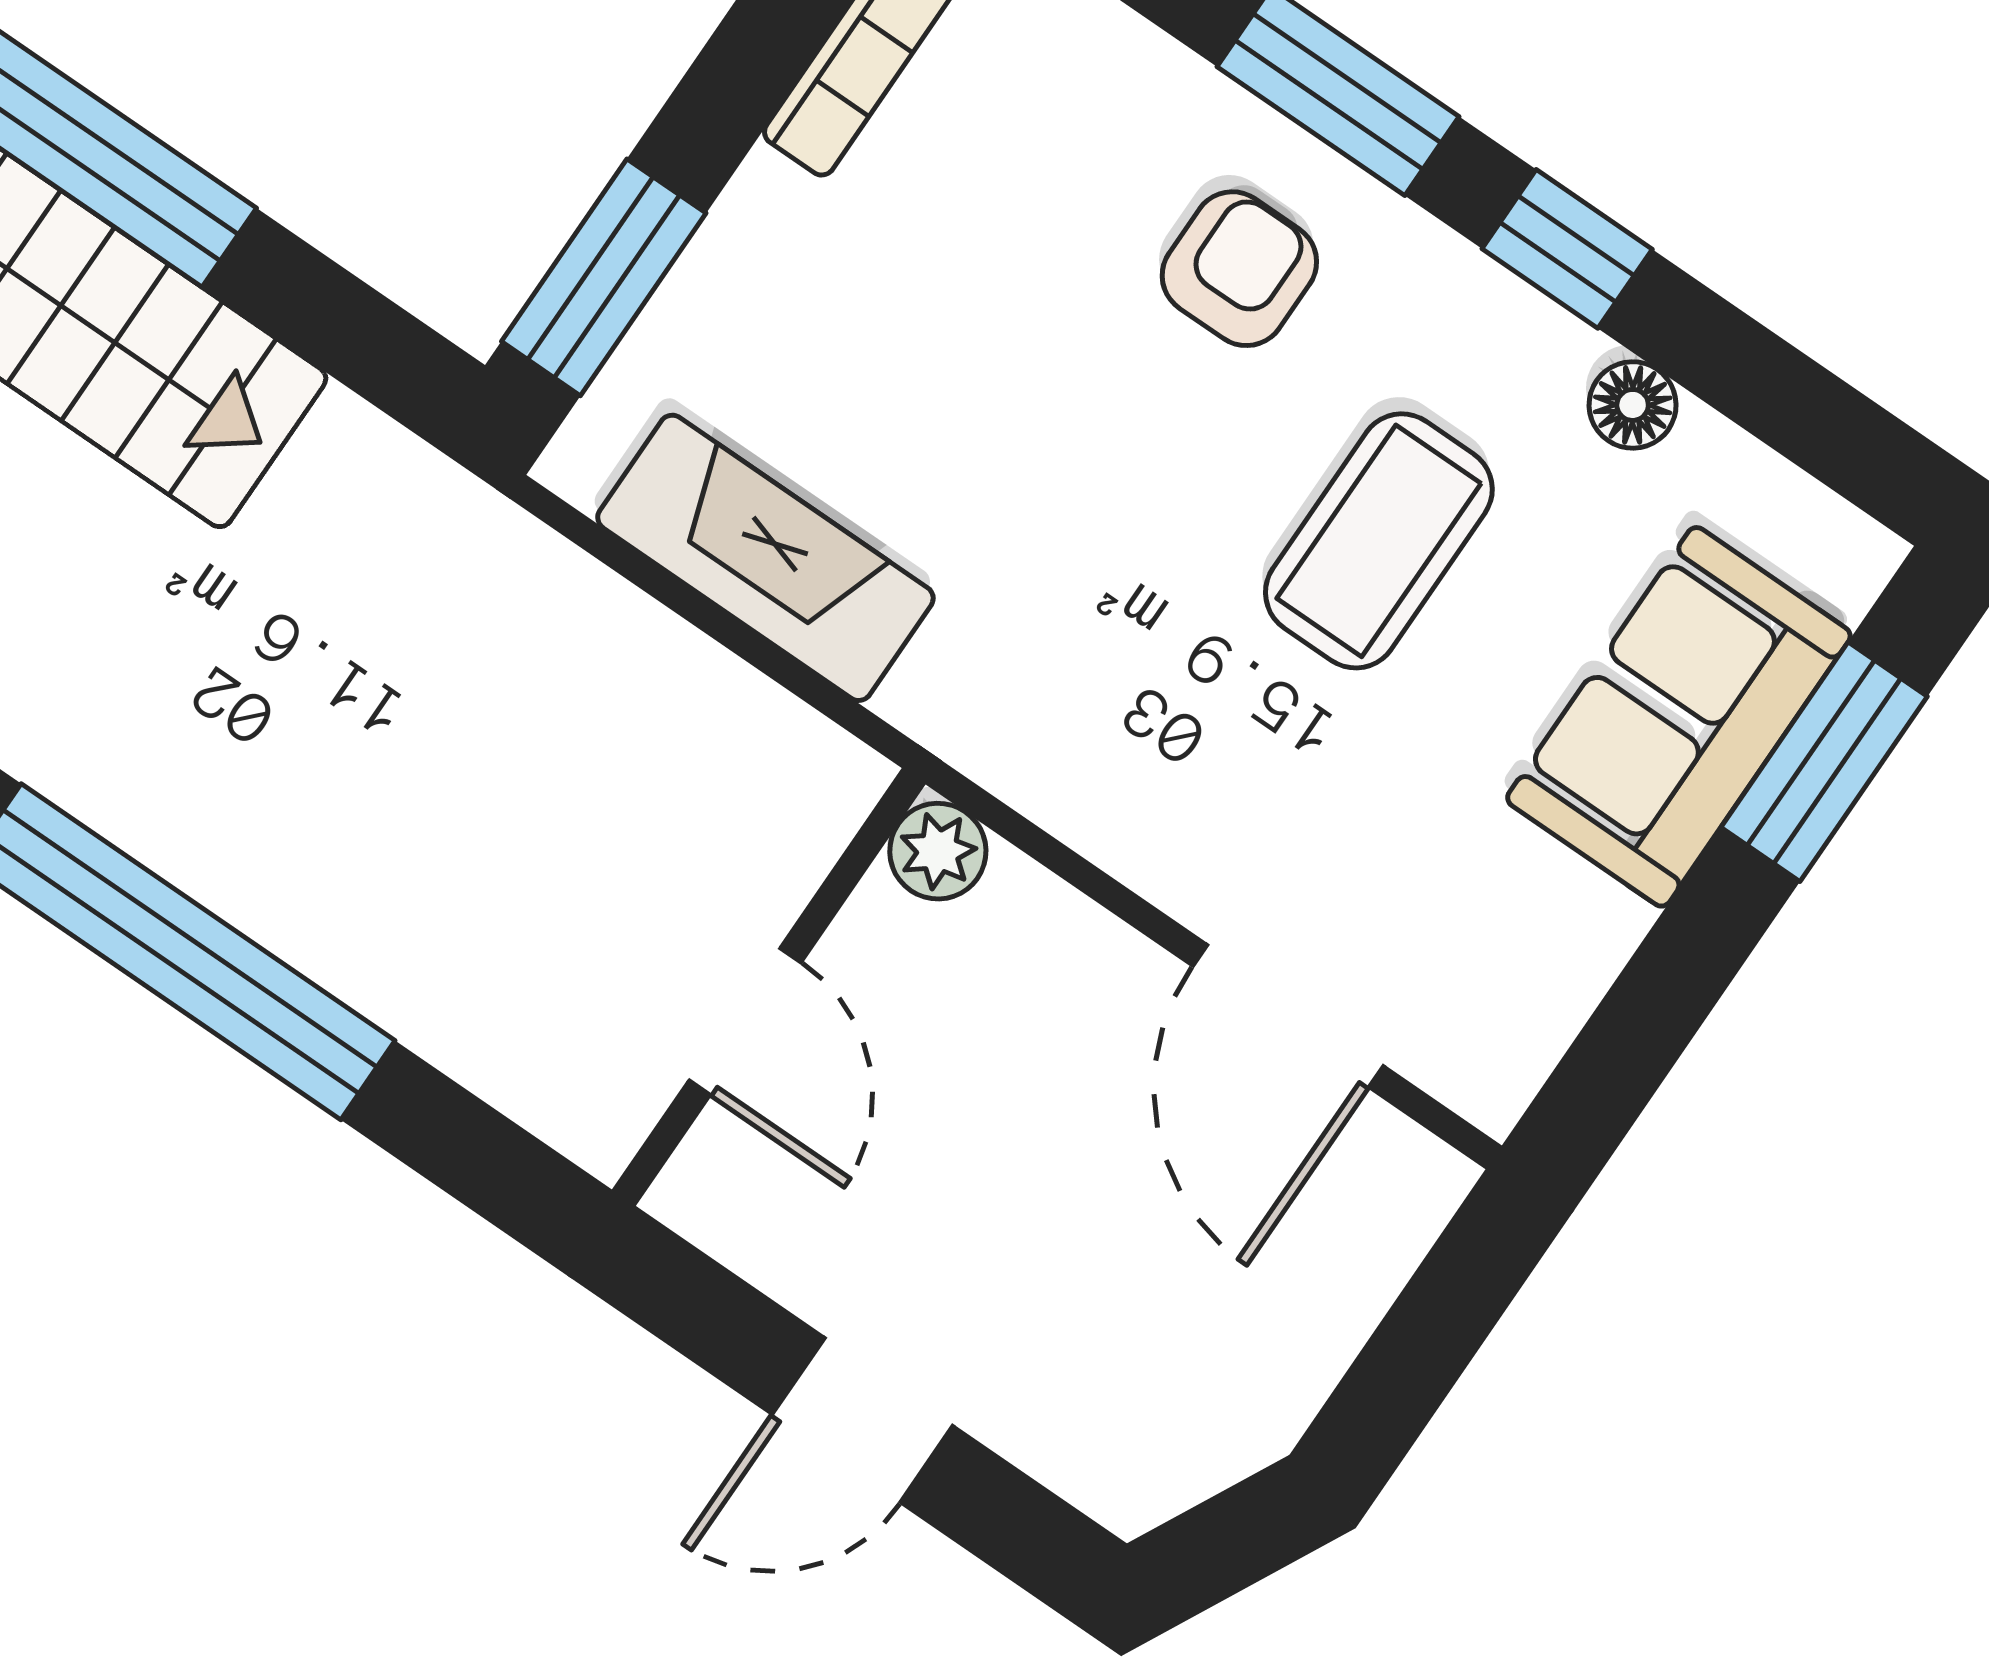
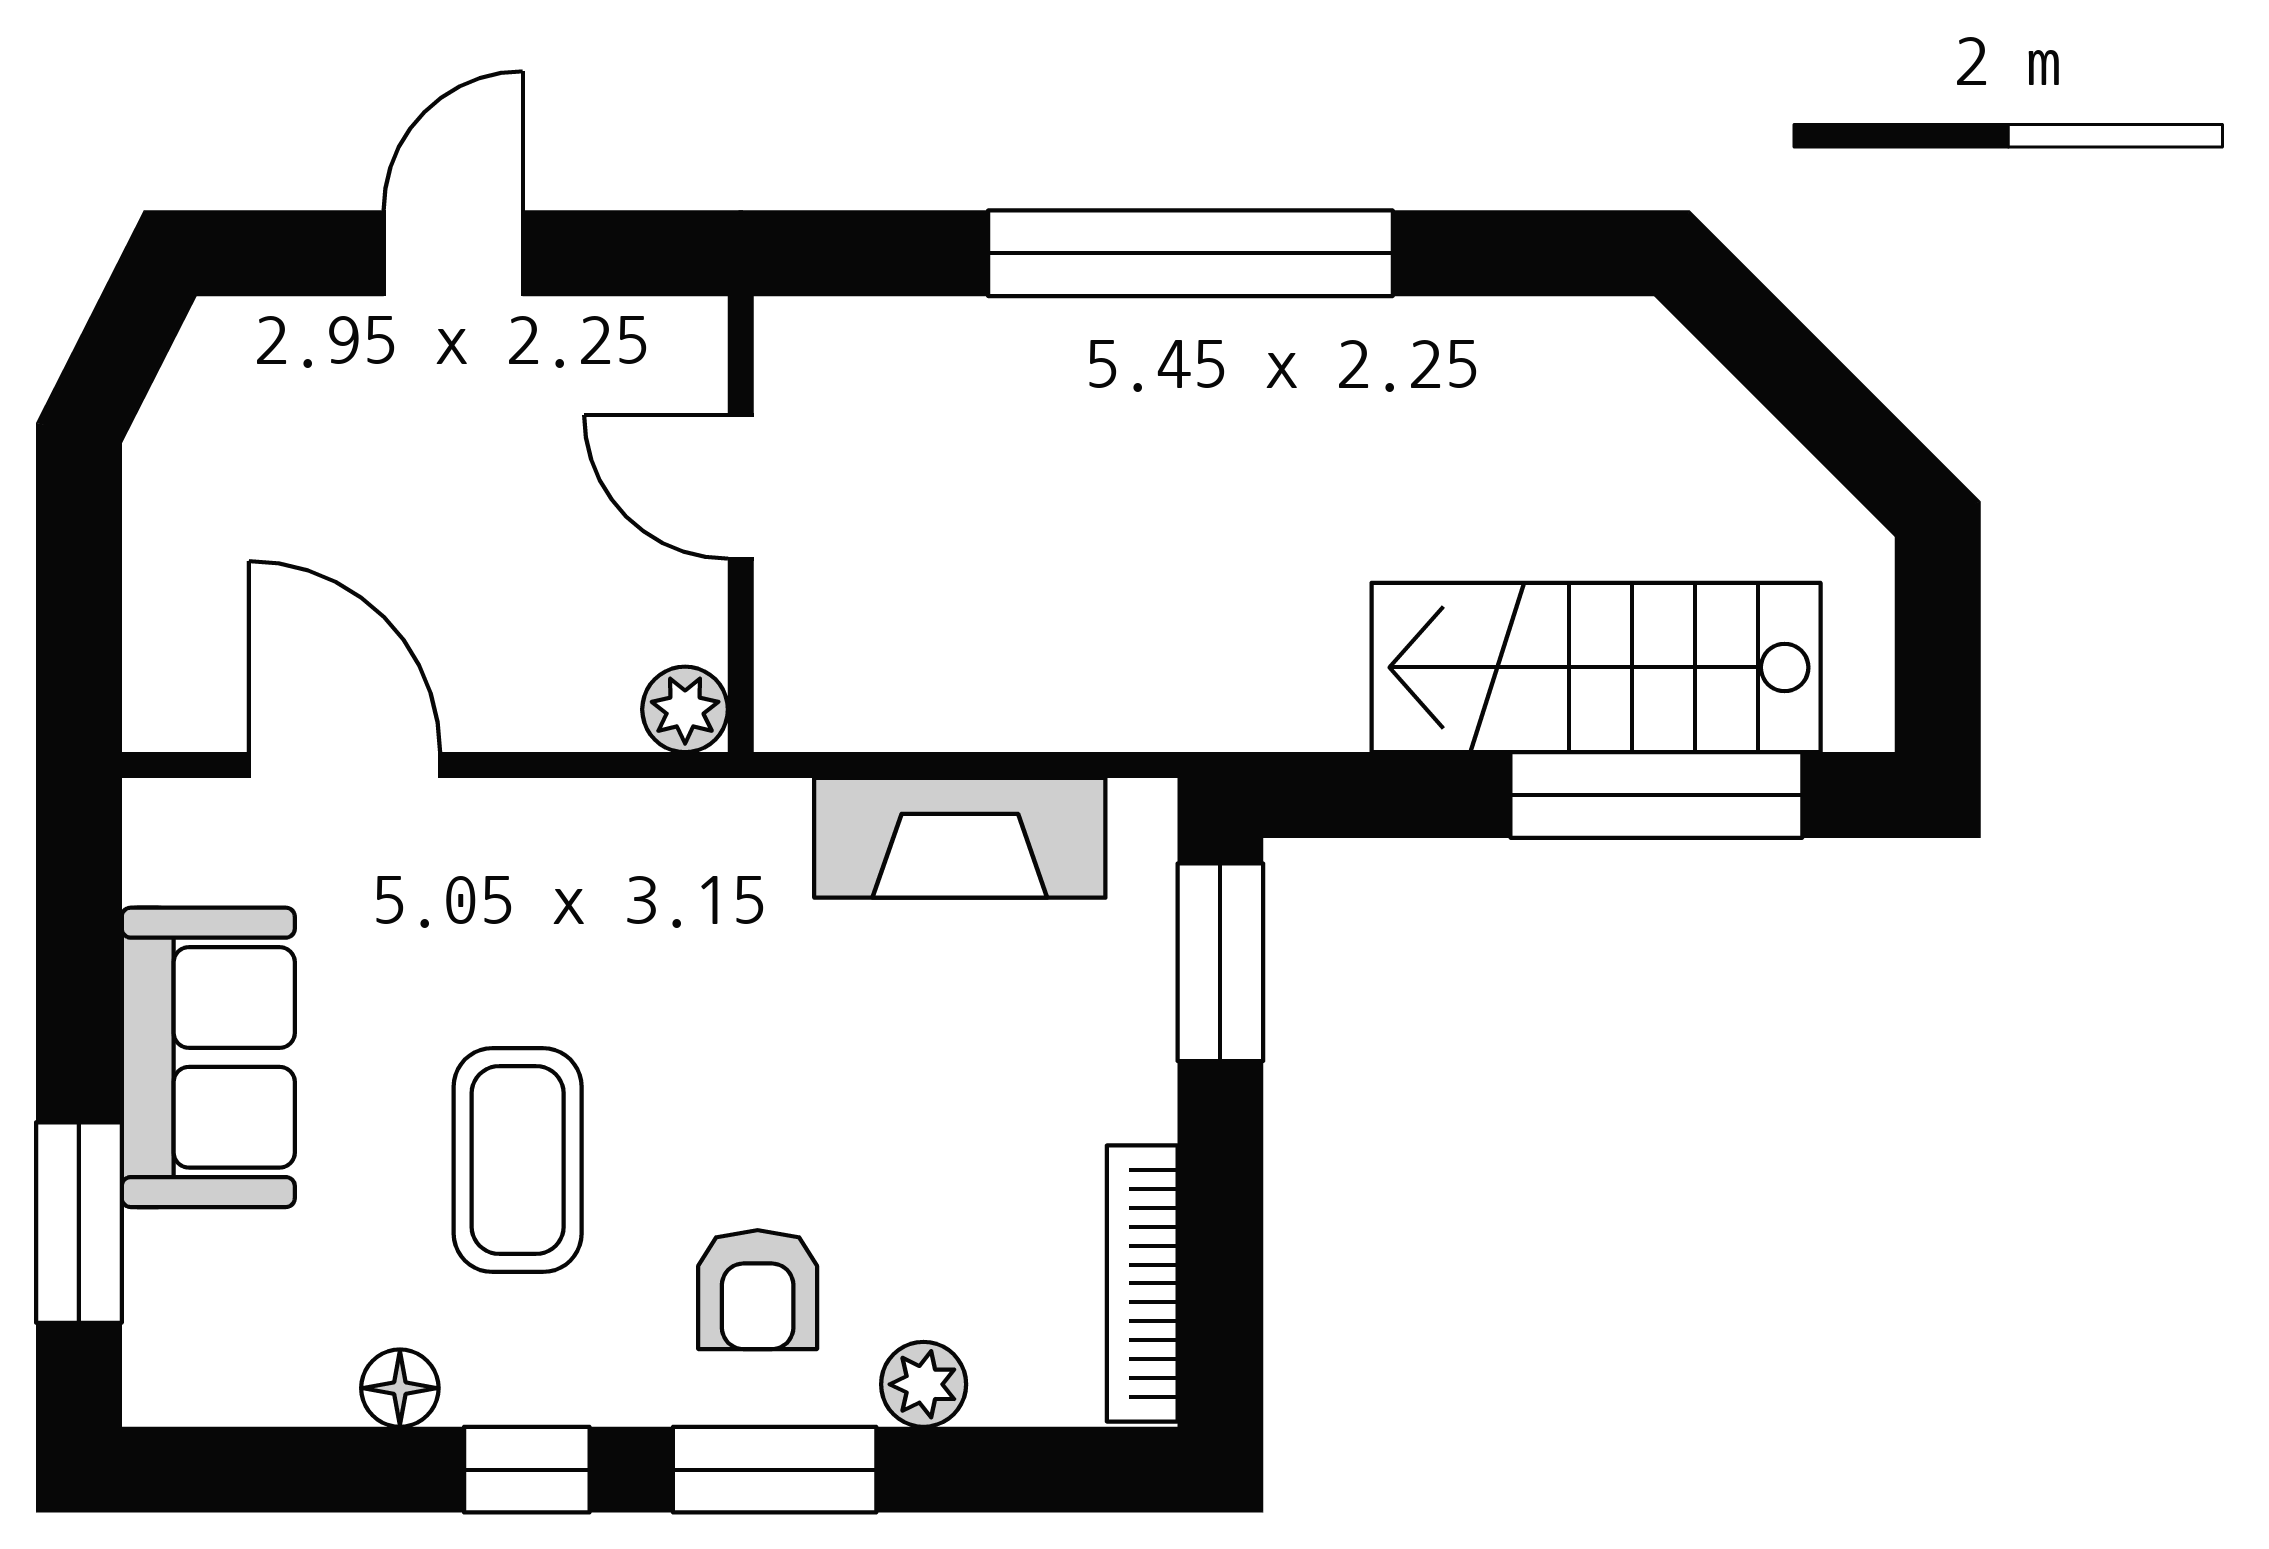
plant: (1146, 76) -> (924, 1384), added
sofa: (1679, 717) -> (208, 1057), moved

